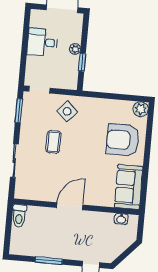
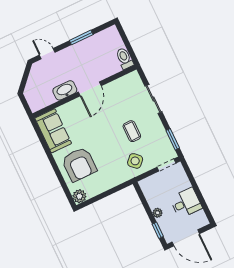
window: (82, 62) -> (158, 230), moved
armchair: (123, 140) -> (79, 164), turned 90
washbasin: (121, 219) -> (65, 90), moved, width x1.91, depth x1.45

